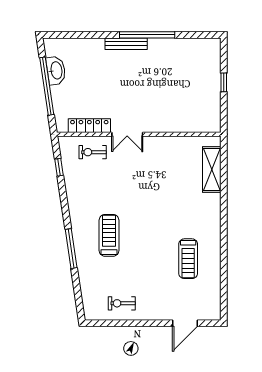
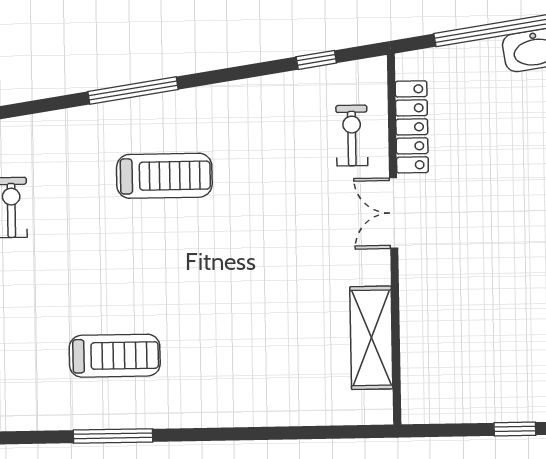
shelving: (212, 170) -> (371, 338), moved, turned 90
treadmill: (188, 259) -> (115, 356), turned 180
window: (224, 260) -> (113, 436), added

